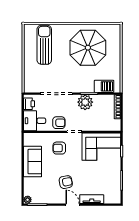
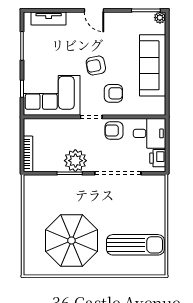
sun lounger: (44, 45) -> (135, 245), turned -90
barbecue: (104, 86) -> (48, 184), removed
sofa: (33, 162) -> (153, 65), width x1.36
armchair: (66, 182) -> (96, 66), moved
tv unit: (92, 199) -> (49, 18), moved

